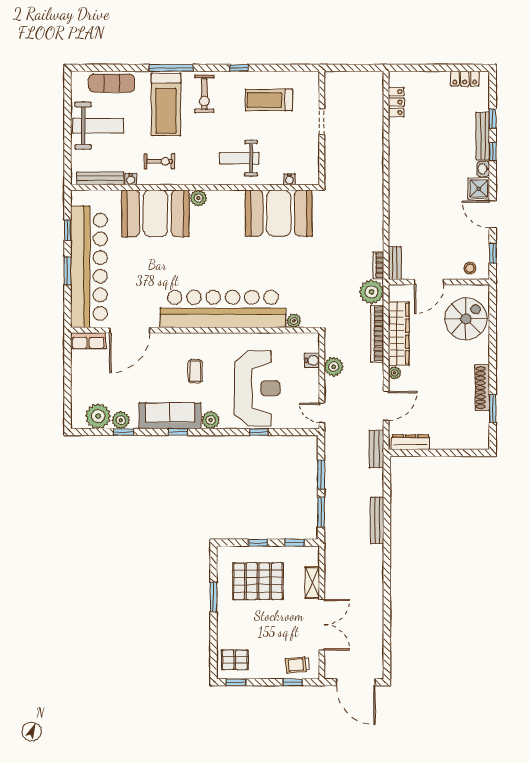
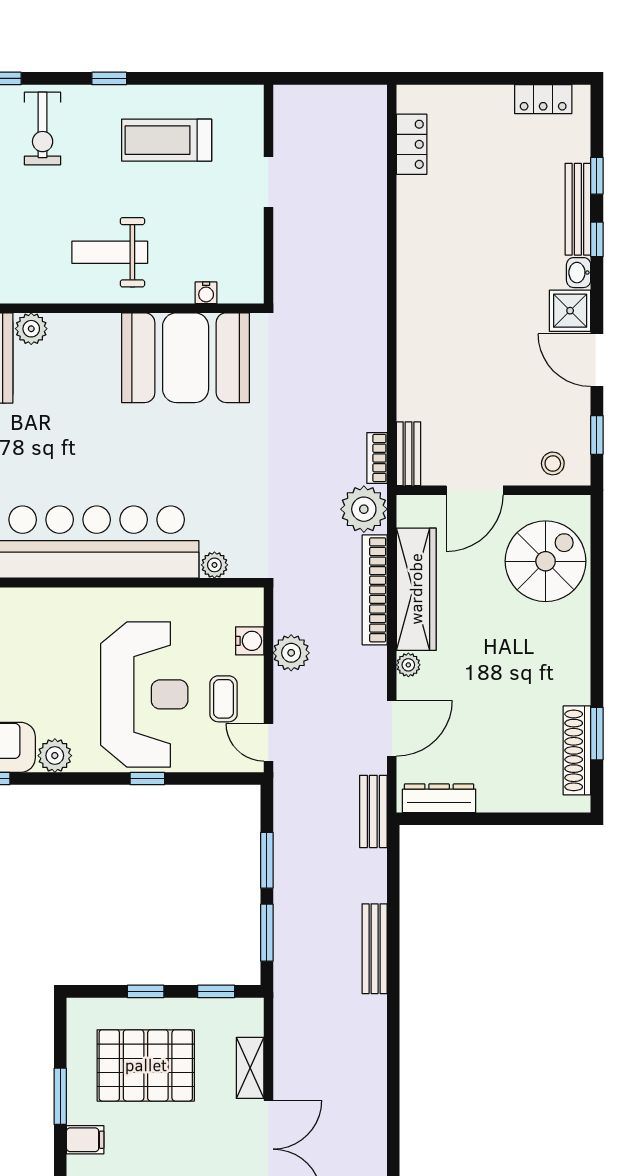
coffee table: (195, 371) -> (223, 699), moved
shoe rack: (482, 388) -> (577, 750), moved
filing cabinet: (227, 620) -> (85, 1140), added

